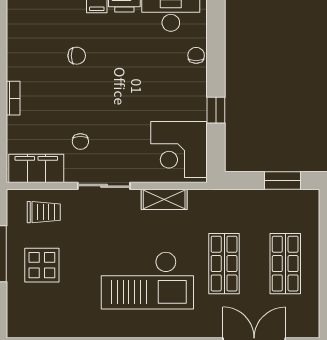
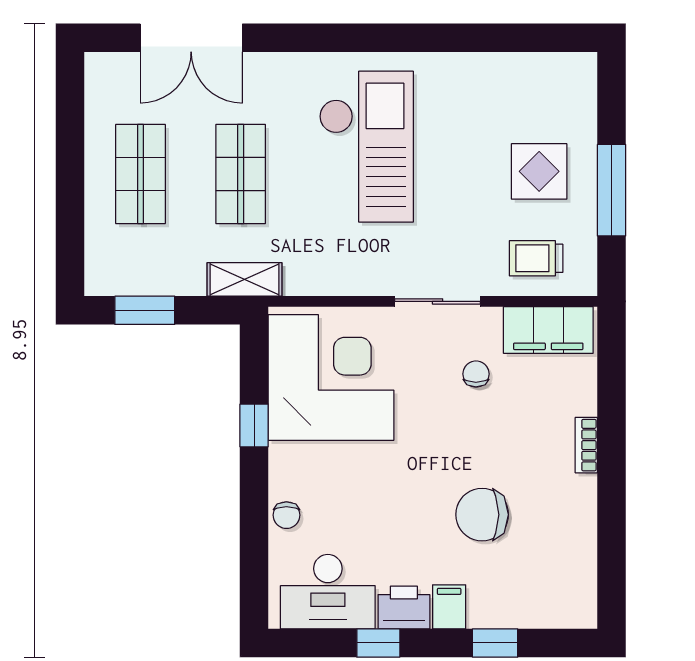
chair: (77, 56) -> (482, 515), width x1.87, depth x1.87
corner desk: (179, 150) -> (331, 378), width x1.36, depth x1.36
shelving: (164, 199) -> (244, 279), moved
checkout: (147, 280) -> (366, 147), turned 90

